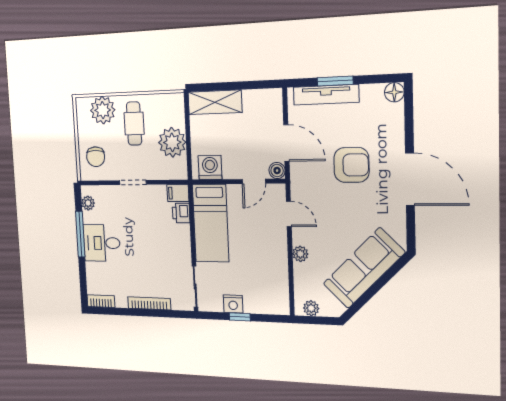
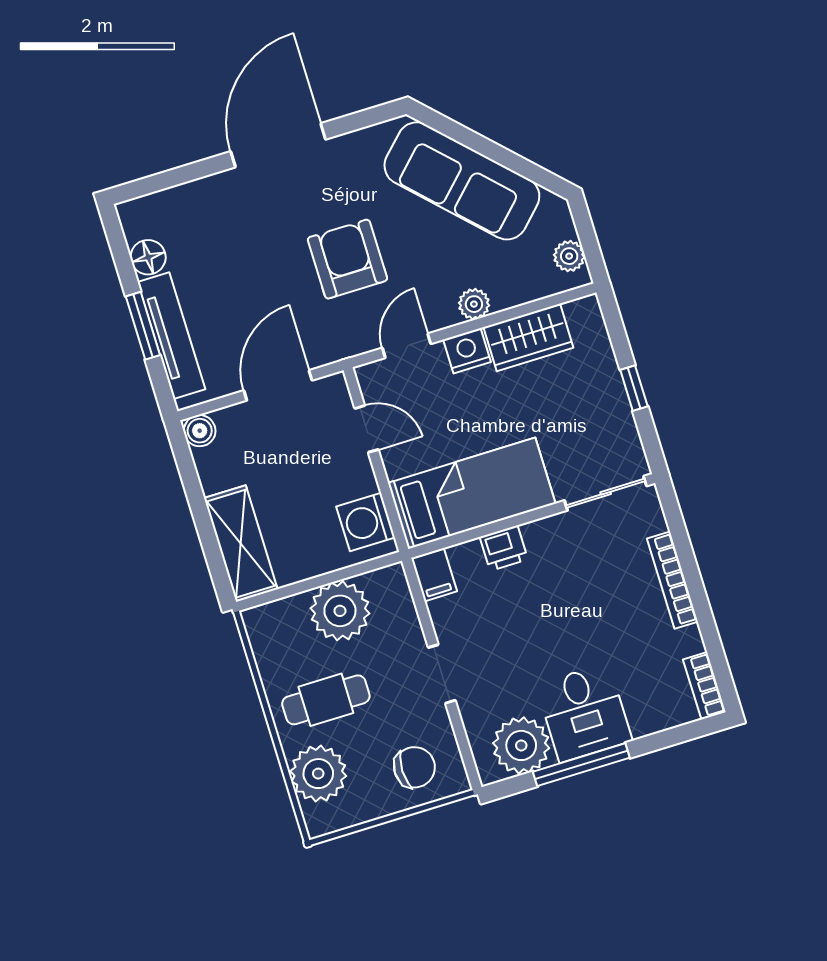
floor lamp: (394, 92) -> (148, 257), moved
armchair: (351, 165) -> (347, 259), moved
boiler: (277, 171) -> (200, 431), moved
plant: (88, 203) -> (521, 745), width x1.87, depth x1.87
printer: (181, 213) -> (504, 548), moved
wardrobe: (277, 275) -> (528, 337), added
nightstand: (233, 304) -> (467, 351), moved, turned -90

